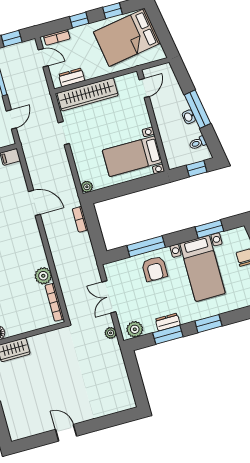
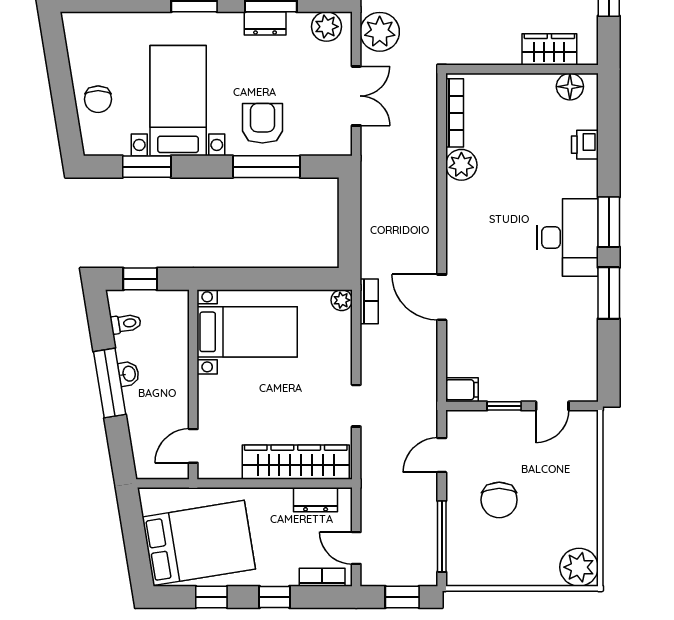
bookcase: (80, 219) -> (369, 301), moved
plant: (111, 333) -> (380, 32), width x1.87, depth x1.87

